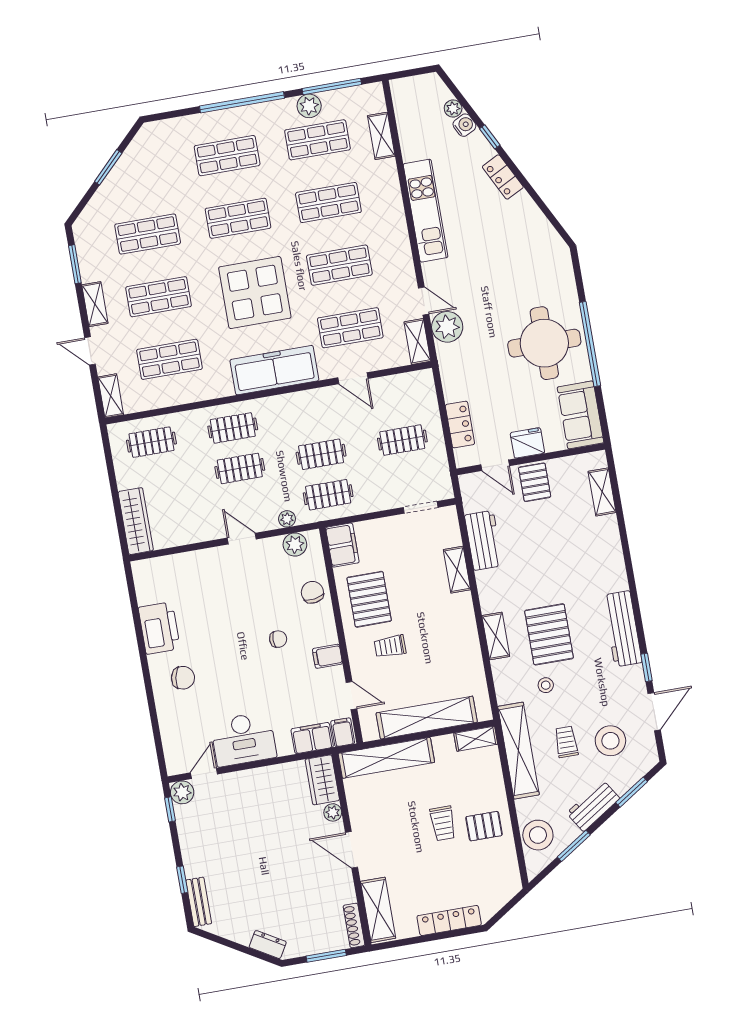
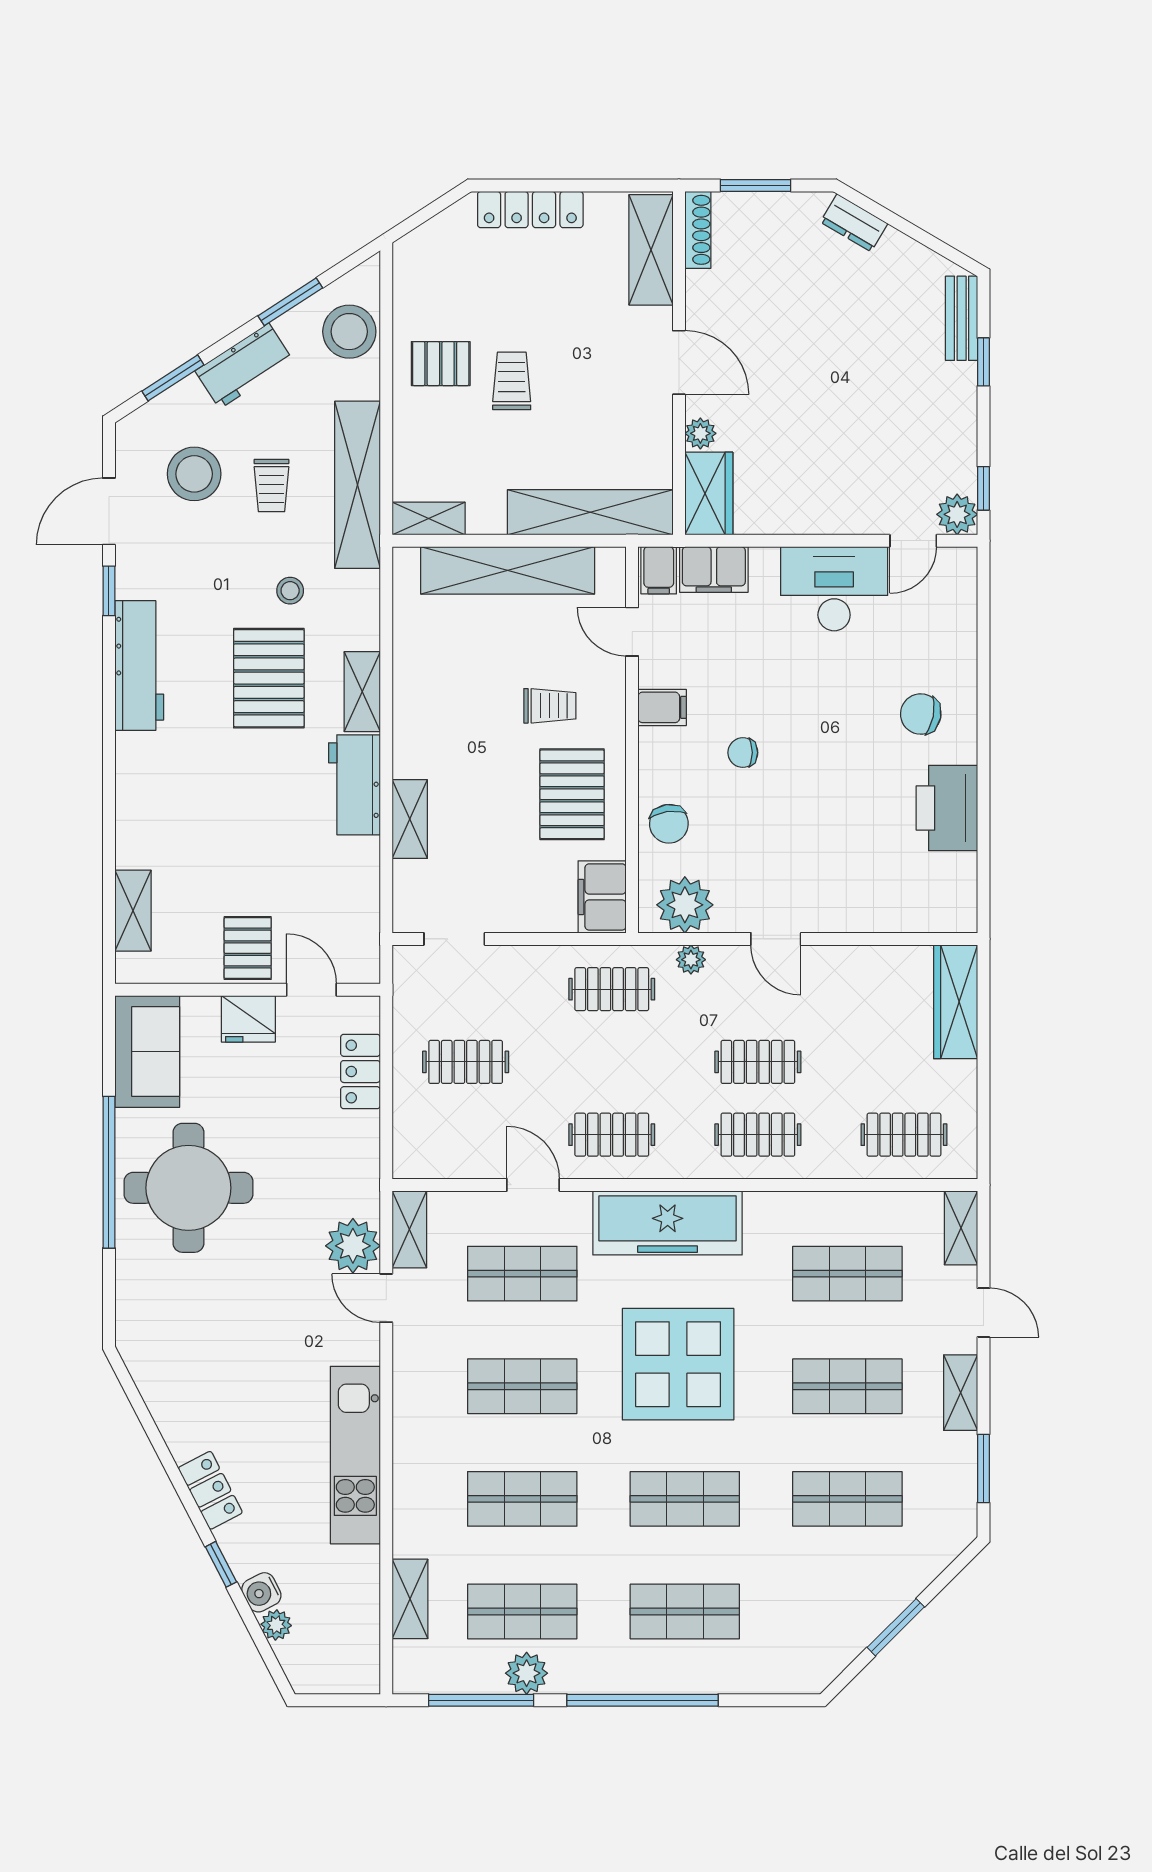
clothes rail: (321, 454) -> (612, 1135), moved
workbench: (484, 540) -> (354, 785), moved
plant: (295, 545) -> (685, 905), width x1.36, depth x1.36

